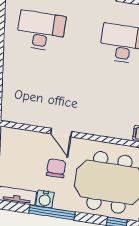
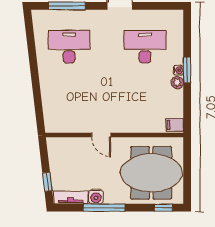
chair: (56, 168) -> (102, 168), removed

